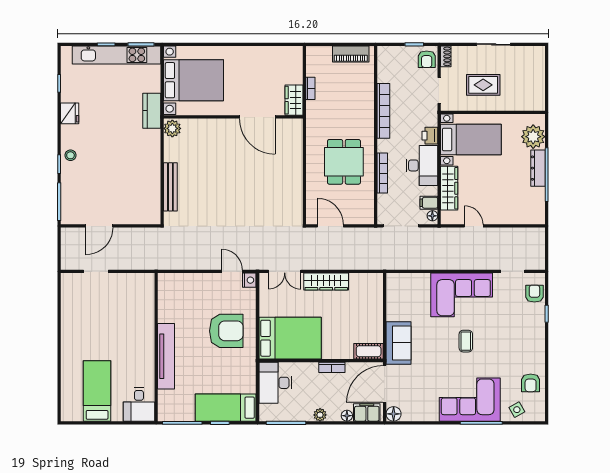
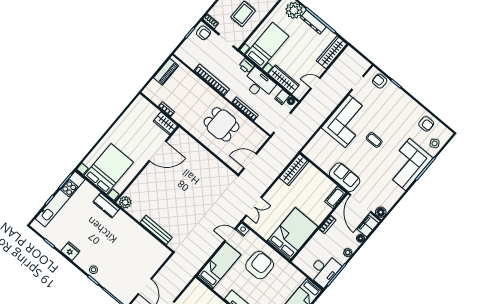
wardrobe: (522, 215) -> (332, 52), added
wardrobe: (326, 282) -> (294, 170), moved
bed: (189, 287) -> (219, 265), added
desk: (275, 383) -> (324, 270), moved, turned -90

